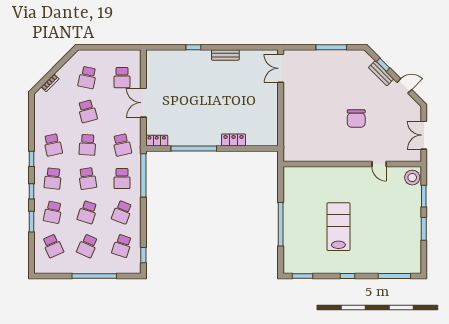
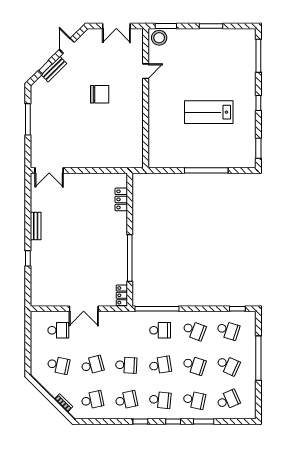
locker: (234, 140) -> (121, 199), moved
school desk: (122, 145) -> (92, 400), moved
window: (424, 196) -> (166, 26), moved

